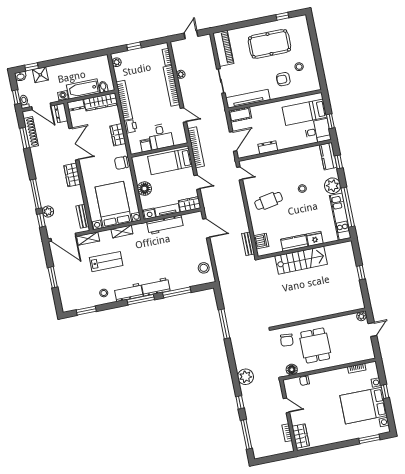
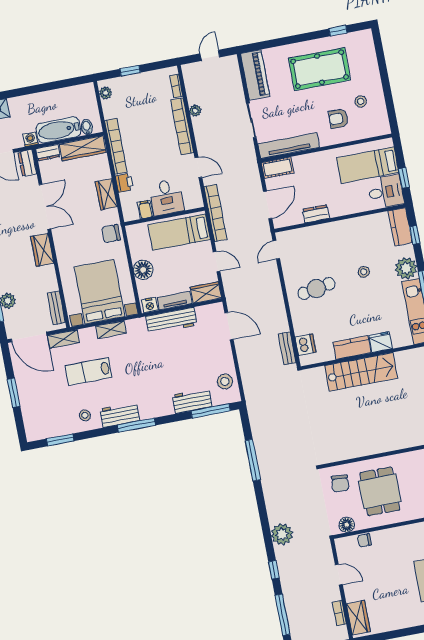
door: (240, 173) -> (276, 250), swing flipped
lab bench: (106, 262) -> (89, 371), turned 180
workbench: (156, 287) -> (192, 401), moved
window: (177, 292) -> (211, 411), moved

